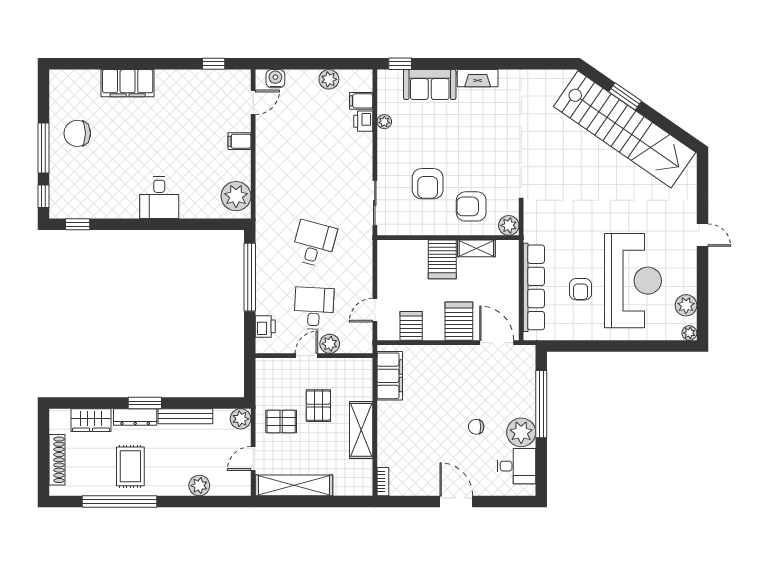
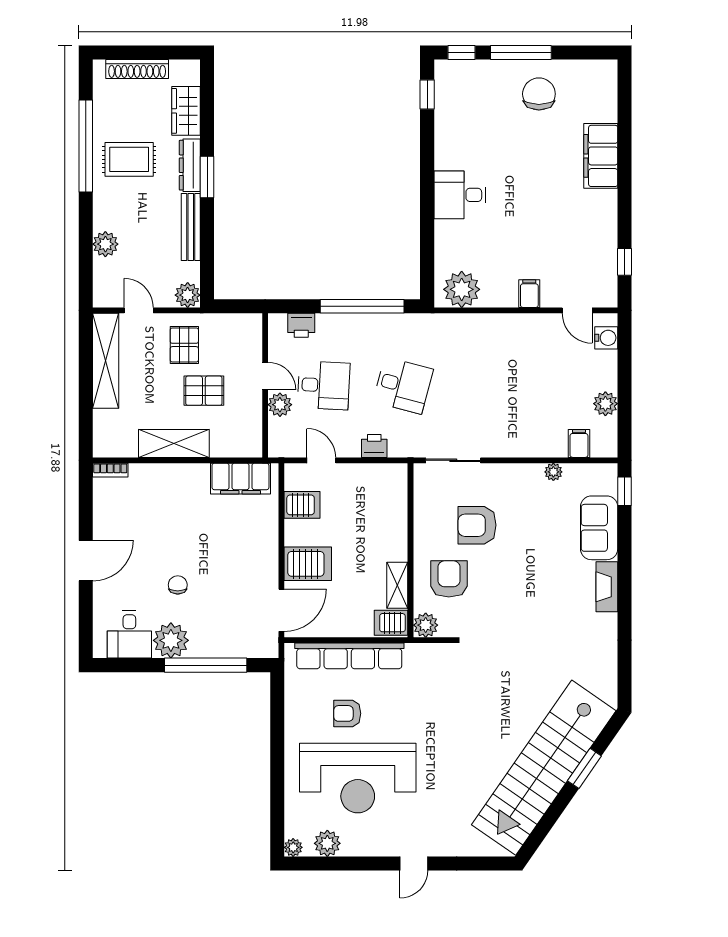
printer: (363, 121) -> (374, 446), moved
server rack: (442, 259) -> (391, 623), moved, width x0.73, depth x0.70

